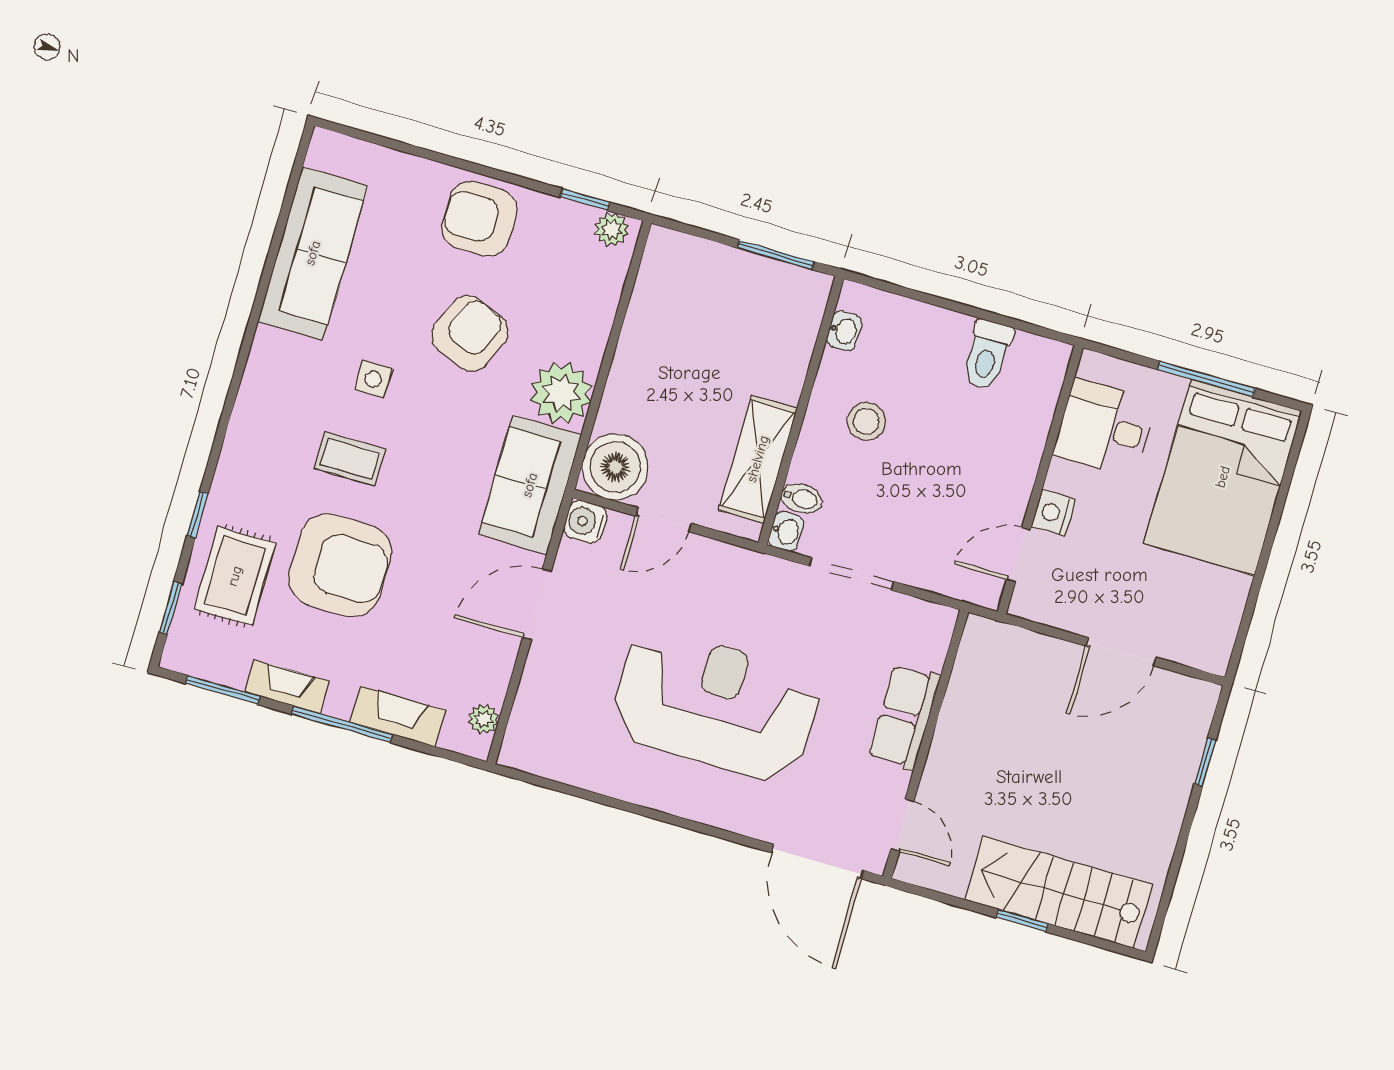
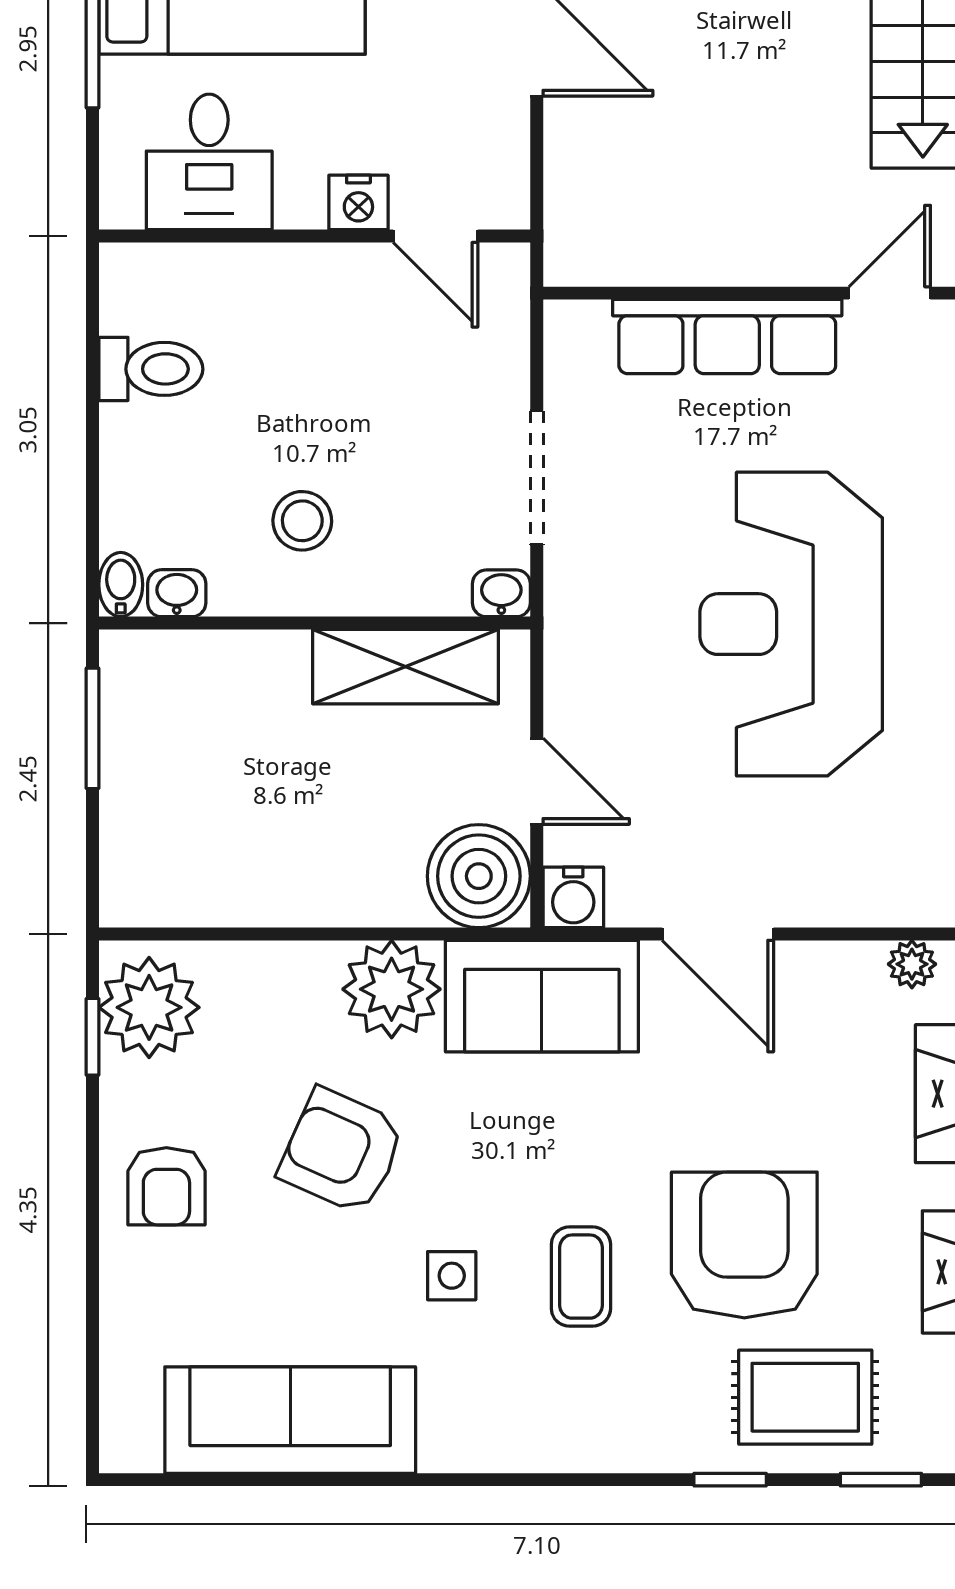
armchair: (479, 219) -> (166, 1186), width x0.72, depth x0.72
plant: (612, 230) -> (149, 1007), width x1.88, depth x1.88
bidet: (801, 498) -> (121, 585), moved
row of seats: (904, 717) -> (727, 337), width x1.48

